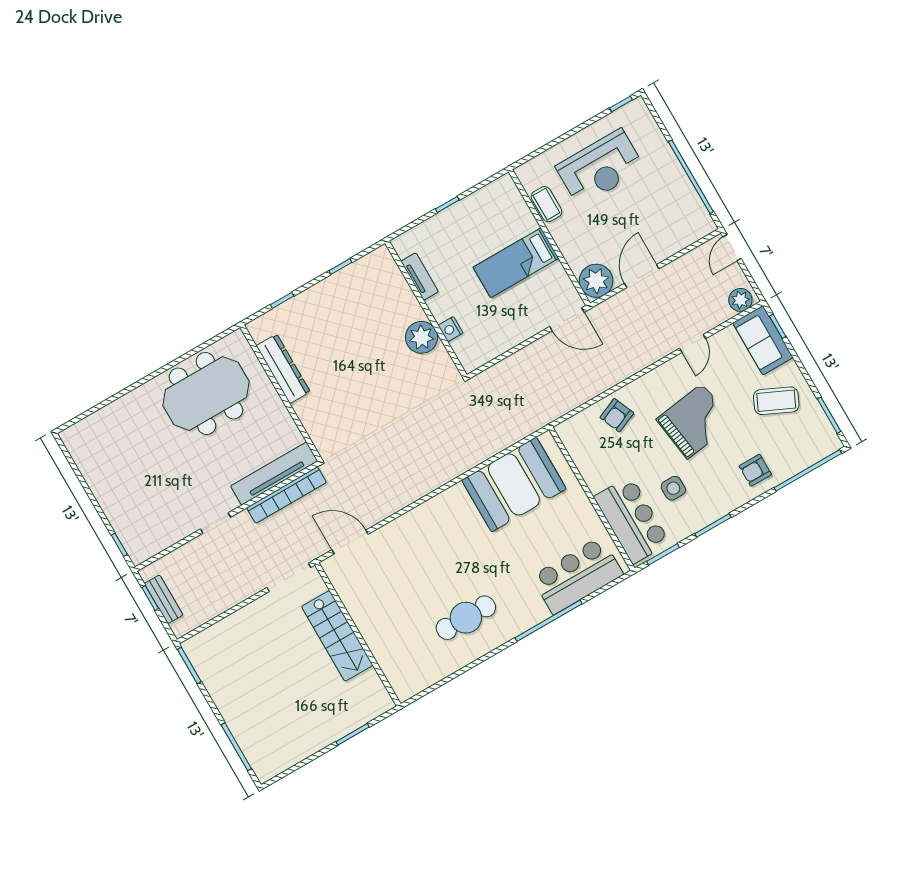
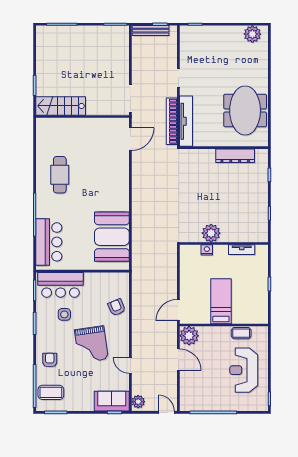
coffee table: (776, 401) -> (51, 392), moved, turned 65
plant: (84, 450) -> (252, 34), added
bench: (164, 599) -> (151, 31), width x1.36
stairs: (337, 636) -> (61, 106), moved

